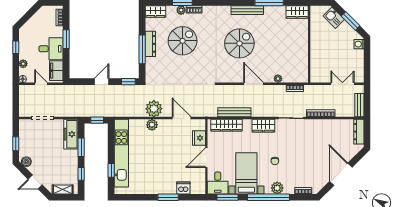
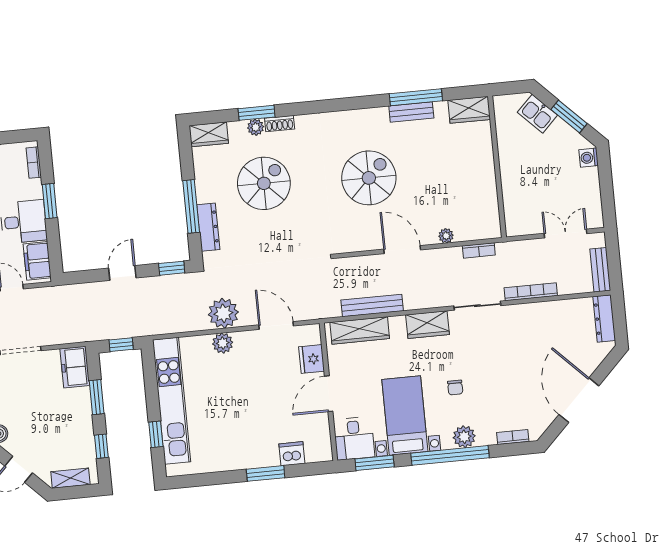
bench: (247, 10) -> (411, 112), moved, width x0.73
dresser: (150, 44) -> (208, 227), moved
freezer: (71, 134) -> (75, 367), width x0.71

